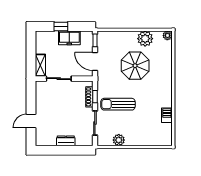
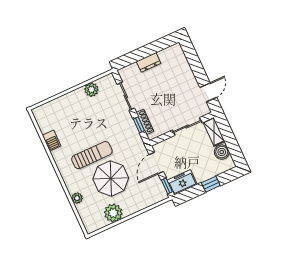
plant: (167, 35) -> (77, 198), moved
freezer: (69, 38) -> (182, 182), moved
boiler: (41, 47) -> (222, 152), added
door: (95, 61) -> (156, 163), swing flipped
sun lounger: (118, 104) -> (92, 155), moved
door: (31, 121) -> (208, 92), moved

